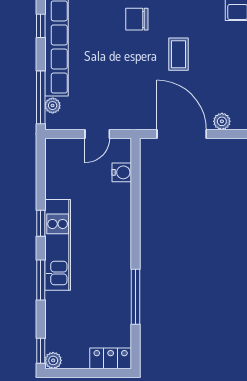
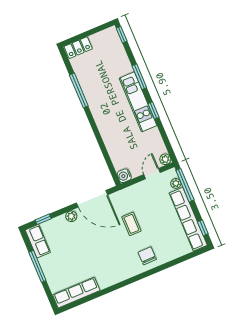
chair: (137, 19) -> (147, 256), turned -91
coffee table: (178, 54) -> (131, 224), moved
door: (97, 134) -> (152, 174), moved
water cooler: (122, 172) -> (124, 176), moved
plant: (53, 360) -> (165, 159), moved

